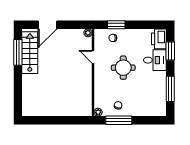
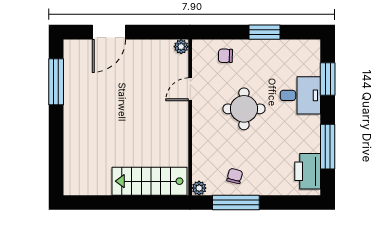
window: (116, 25) -> (265, 32), moved
printer: (159, 39) -> (308, 171), moved
stairs: (30, 53) -> (150, 181), moved, turned -90
door: (93, 57) -> (190, 89), hinge flipped

